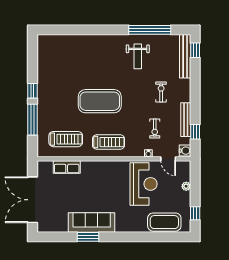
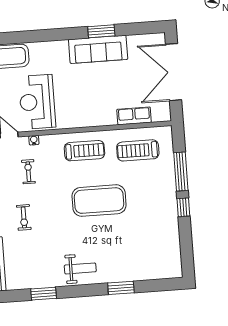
window: (87, 30) -> (121, 288), added
window: (150, 30) -> (44, 294), width x0.47
weight bench: (138, 56) -> (80, 268), moved, turned 90
treadmill: (108, 142) -> (84, 151), turned 180
double door: (32, 200) -> (174, 72), swing flipped

